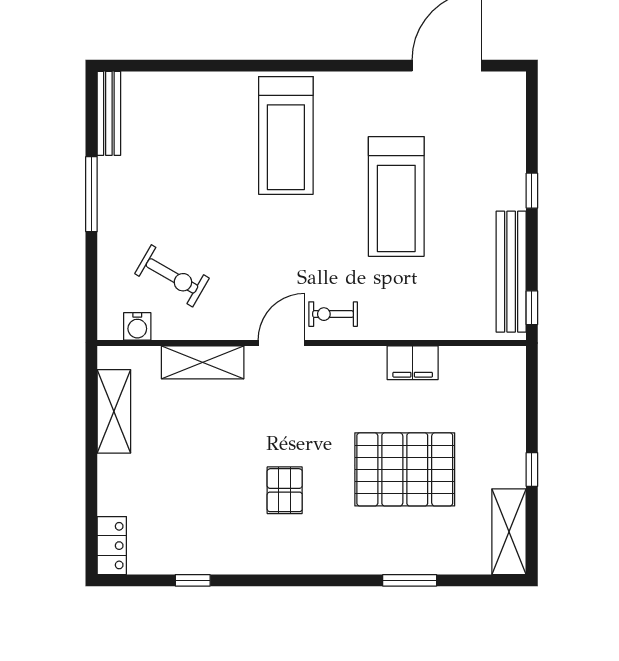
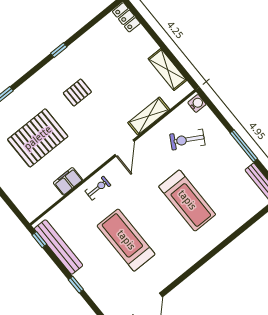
treadmill: (286, 135) -> (187, 200), moved, turned 180
exercise bike: (333, 314) -> (98, 188), moved
water cooler: (137, 326) -> (197, 103), moved, turned 90
pallet: (285, 490) -> (77, 93), turned 90
window: (193, 580) -> (59, 50), moved

